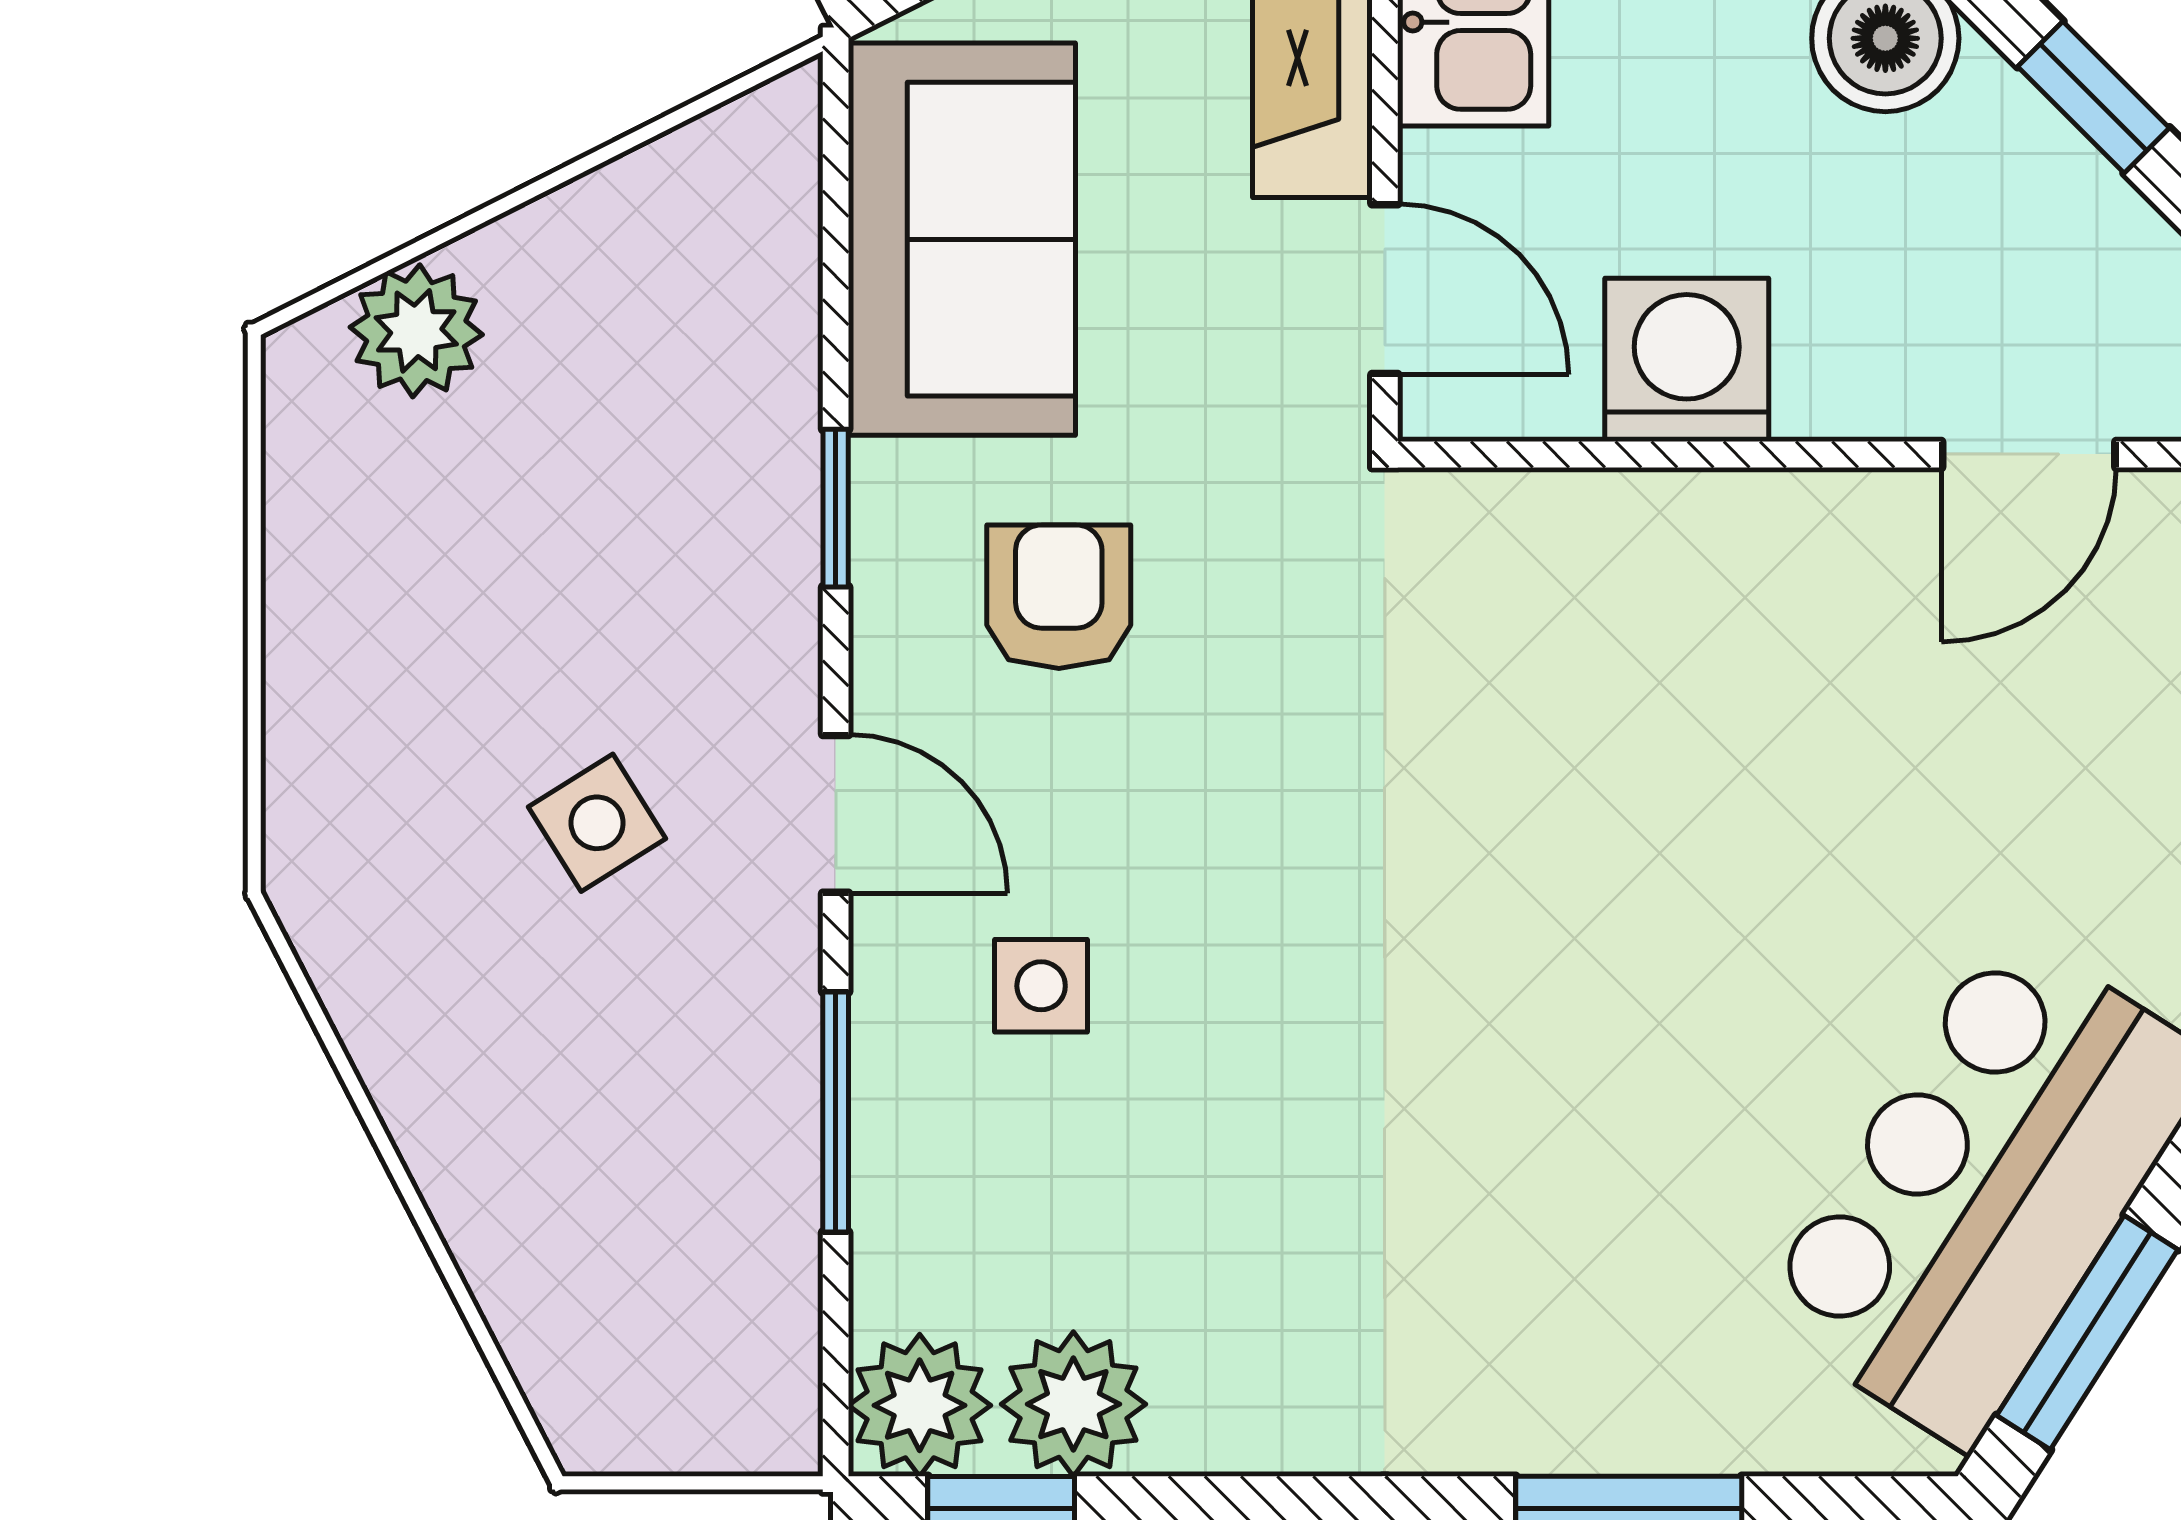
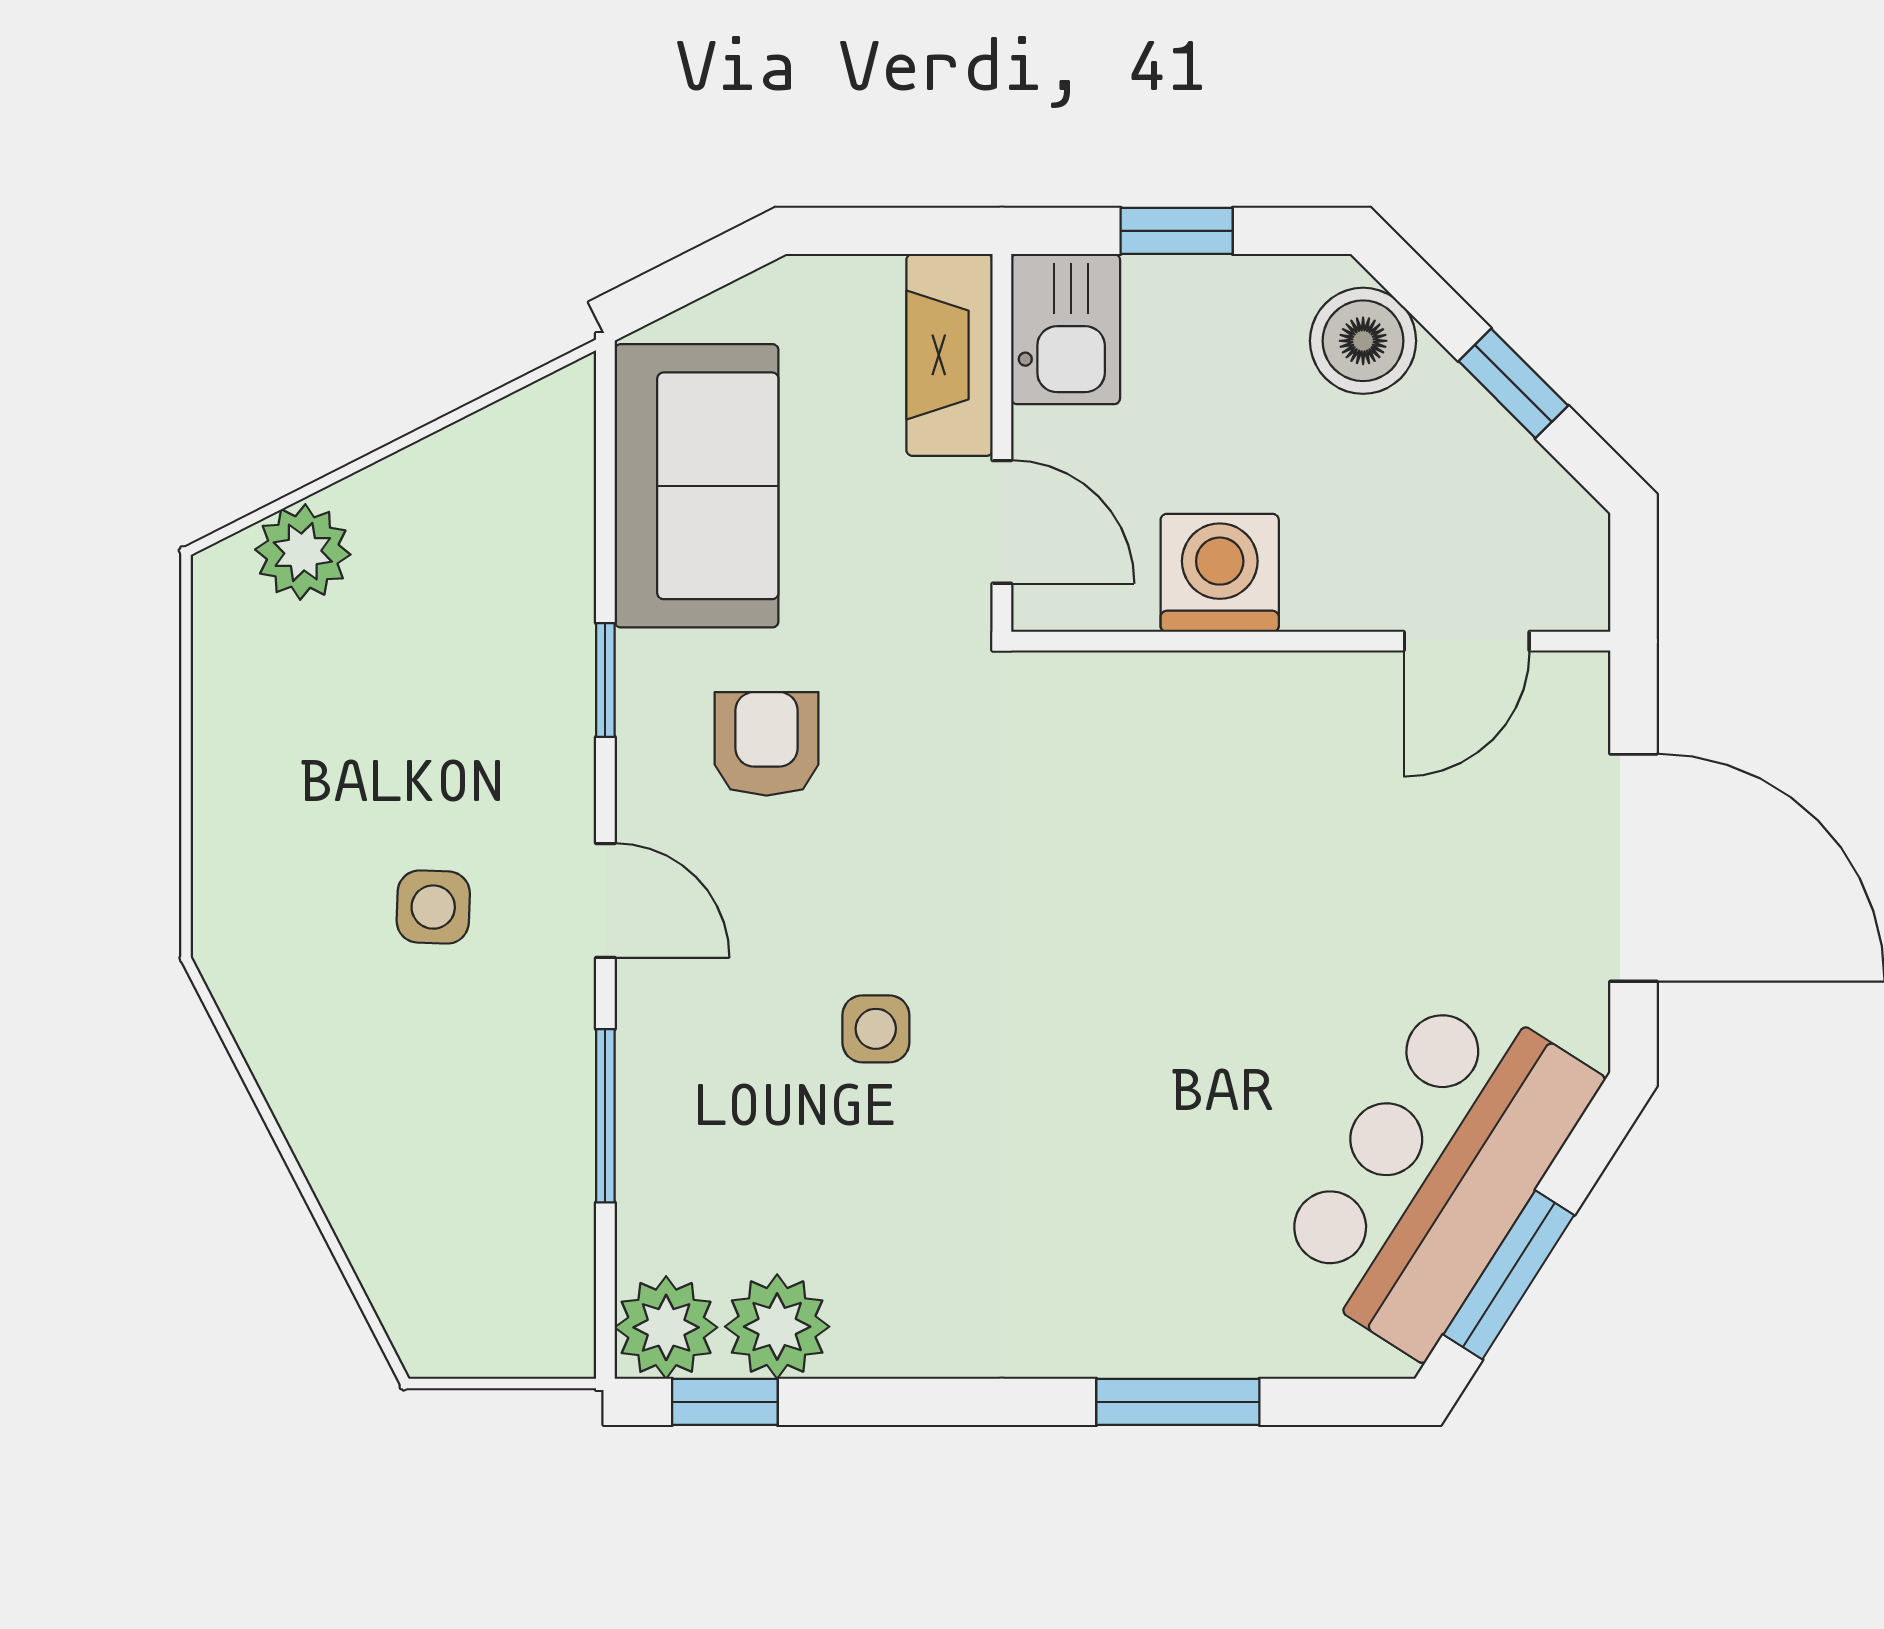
side table: (597, 823) -> (433, 907), turned 34
side table: (1041, 986) -> (876, 1029), moved

